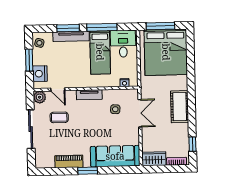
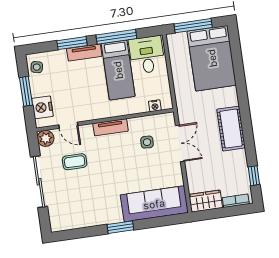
tv unit: (71, 36) -> (84, 52), width x0.71
bed: (166, 52) -> (212, 58), width x0.73
piano: (69, 161) -> (94, 218), removed

